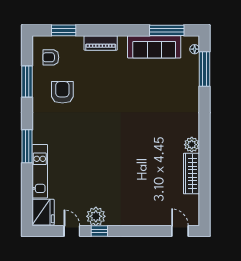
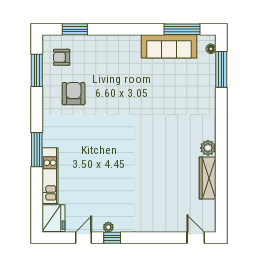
piano: (101, 43) -> (113, 42), removed
window: (27, 82) -> (37, 70), moved
plant: (96, 216) -> (108, 227), width x0.53, depth x0.53
door: (72, 231) -> (83, 238), hinge flipped

